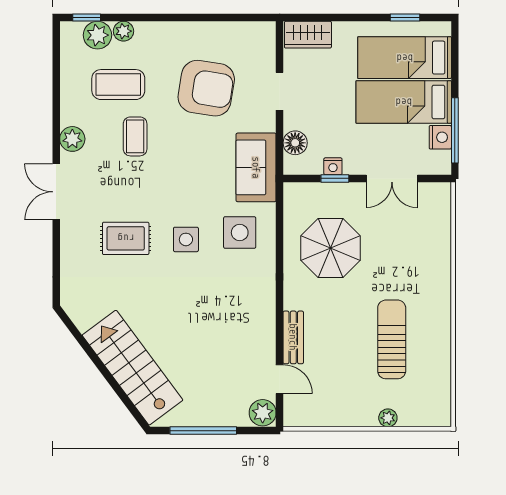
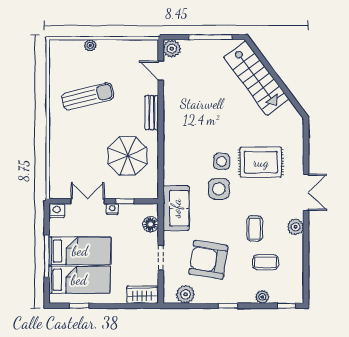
window: (176, 18) -> (228, 306), added
plant: (97, 35) -> (185, 294), moved
coffee table: (118, 85) -> (266, 262), width x0.73, depth x0.77
window: (455, 130) -> (47, 256), moved
nightstand: (440, 137) -> (57, 211), moved, turned 90
nightstand: (333, 166) -> (112, 209), moved
side table: (240, 233) -> (219, 189), moved
rug: (126, 238) -> (261, 162), width x1.36, depth x1.43
bench: (293, 337) -> (152, 113), moved
sun lounger: (392, 339) -> (88, 96), turned -104

